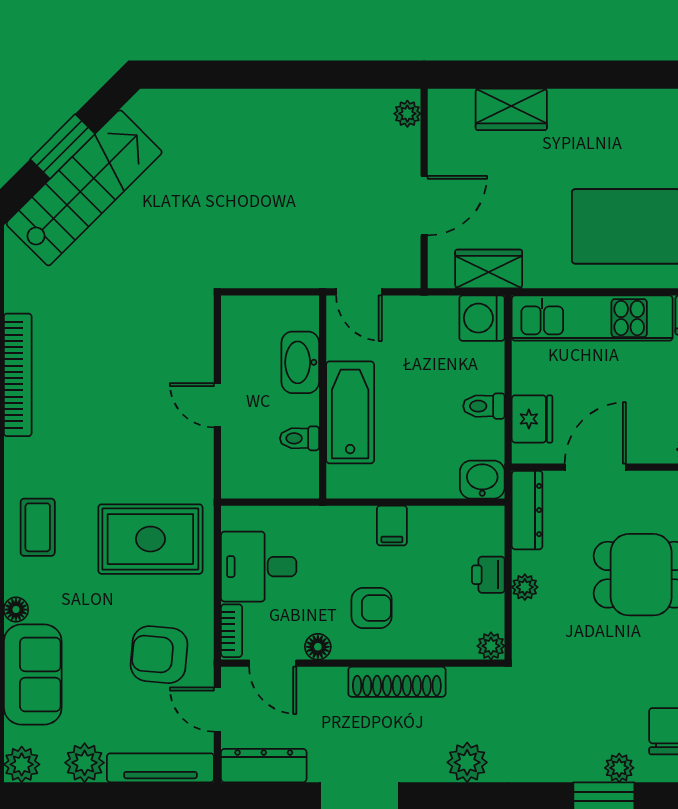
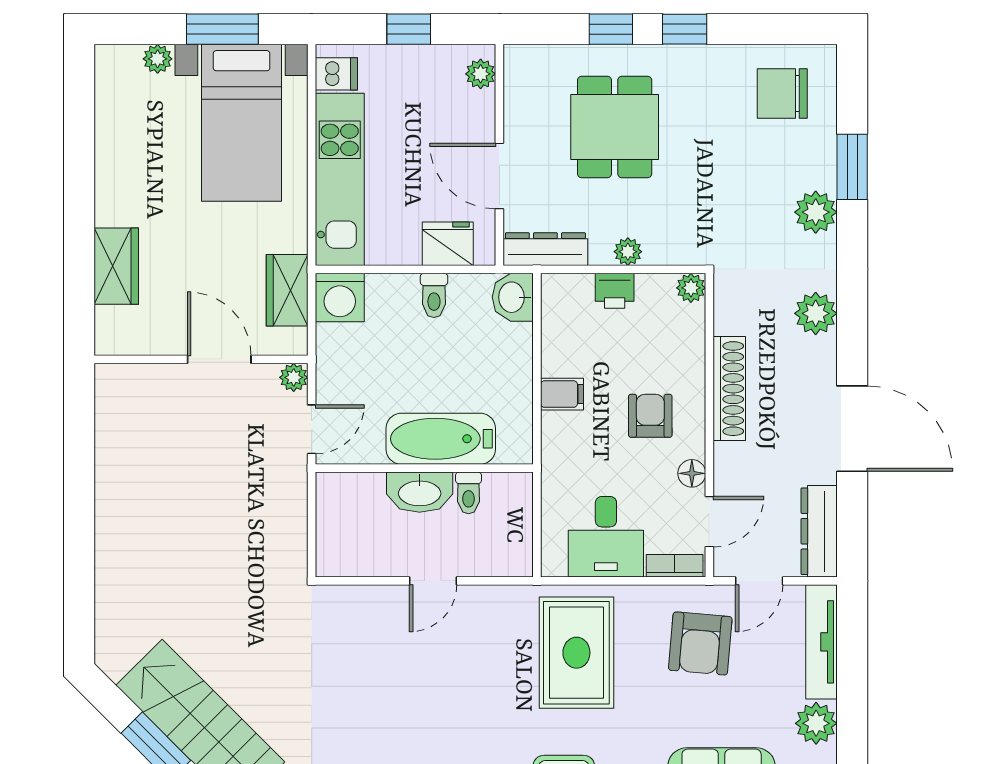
plant: (407, 114) -> (294, 377), moved
washbasin: (300, 362) -> (420, 492), moved
plant: (619, 768) -> (816, 212), moved, width x1.38, depth x1.38

